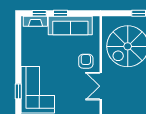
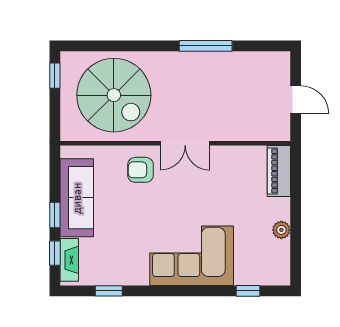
window: (18, 91) -> (109, 291), moved

